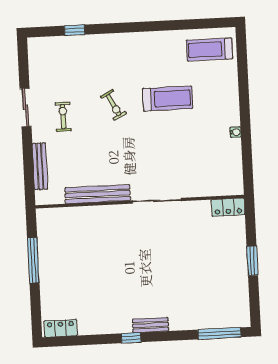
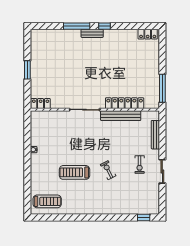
window: (75, 30) -> (144, 218), moved
locker: (92, 215) -> (125, 103), added
window: (33, 260) -> (162, 88), moved
window: (219, 333) -> (77, 26), moved

